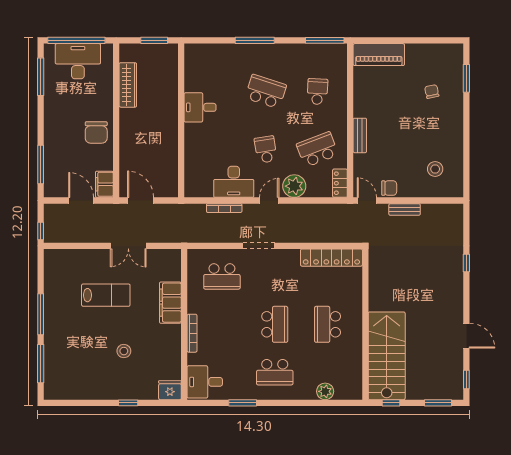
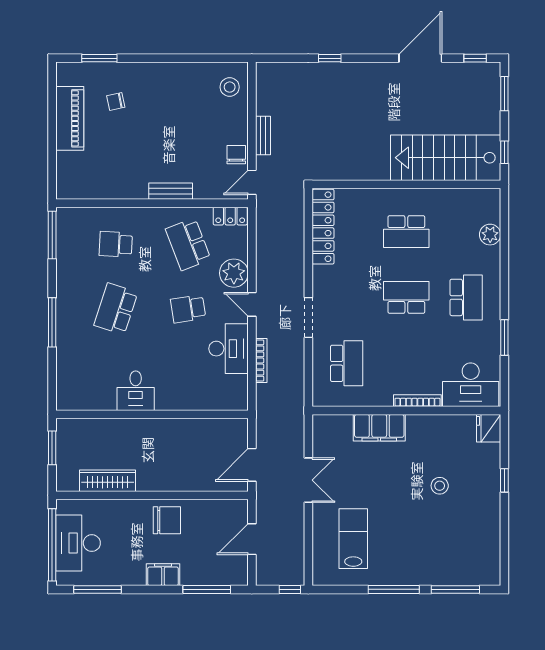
piano: (379, 55) -> (70, 118), moved
stool: (435, 169) -> (230, 87), moved
filing cabinet: (104, 184) -> (163, 575), moved, turned 180
lab bench: (106, 295) -> (353, 539), moved
door: (466, 336) -> (420, 58), width x1.36
desk: (205, 382) -> (471, 385), width x1.37

